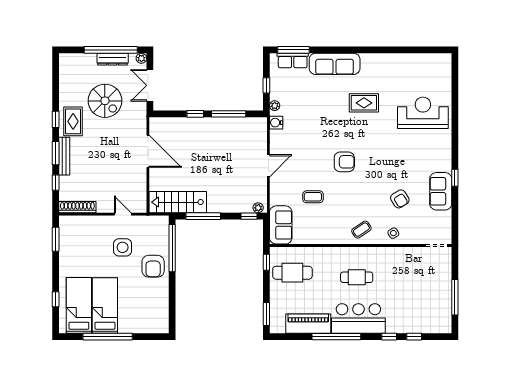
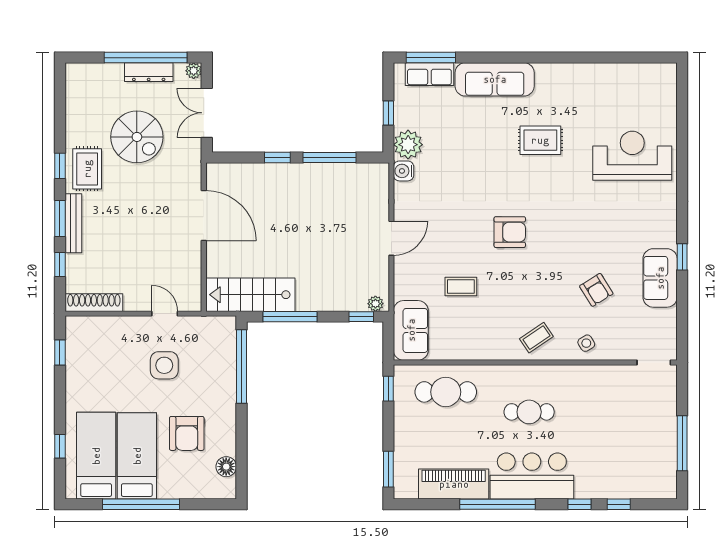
plant: (275, 106) -> (408, 145), width x1.88, depth x1.88
window: (56, 239) -> (60, 353), width x0.67
armchair: (153, 266) -> (187, 433), moved
cafe table: (292, 273) -> (446, 392), moved
floor lamp: (162, 312) -> (226, 467), added

